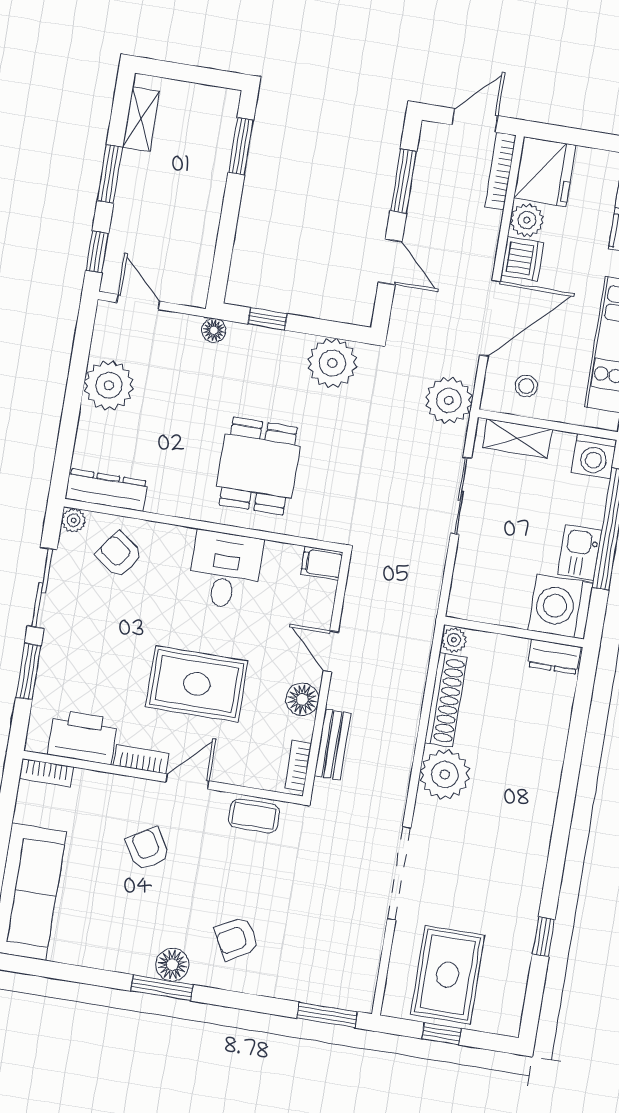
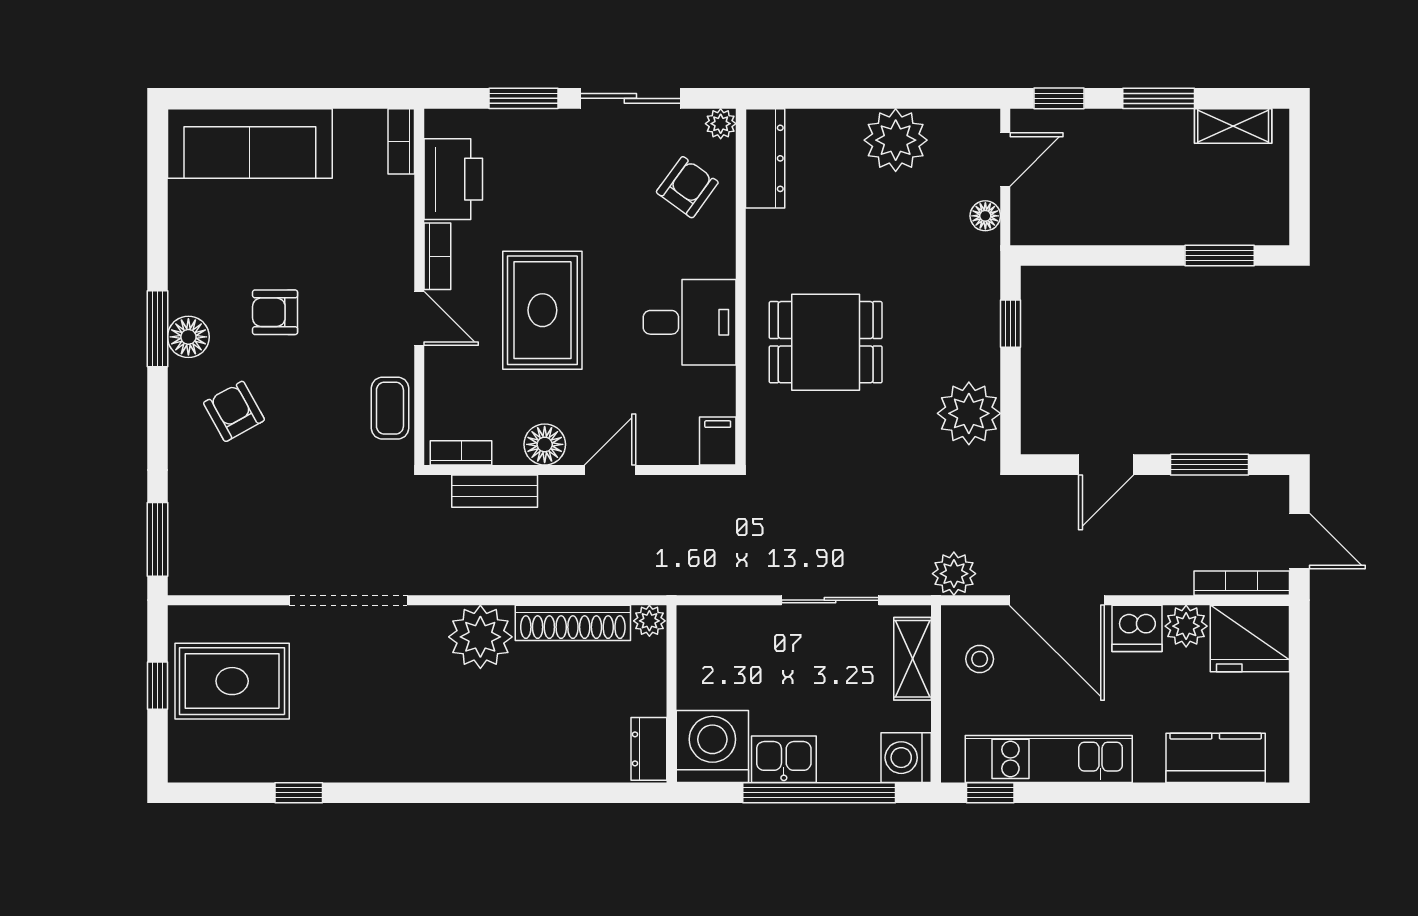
floor lamp: (214, 330) -> (985, 216), moved
plant: (449, 400) -> (954, 574), width x0.73, depth x0.73
armchair: (147, 849) -> (275, 312), moved, turned -149

